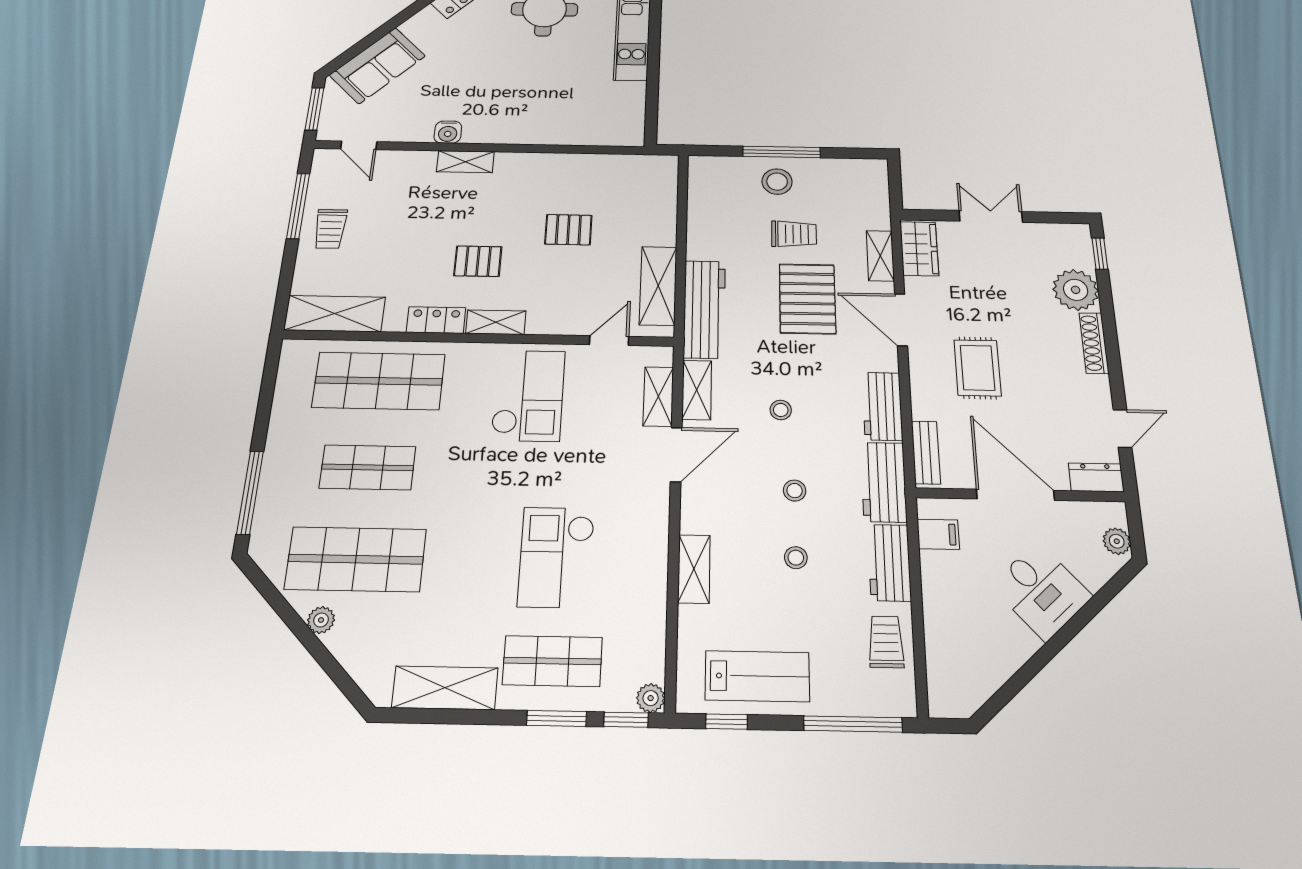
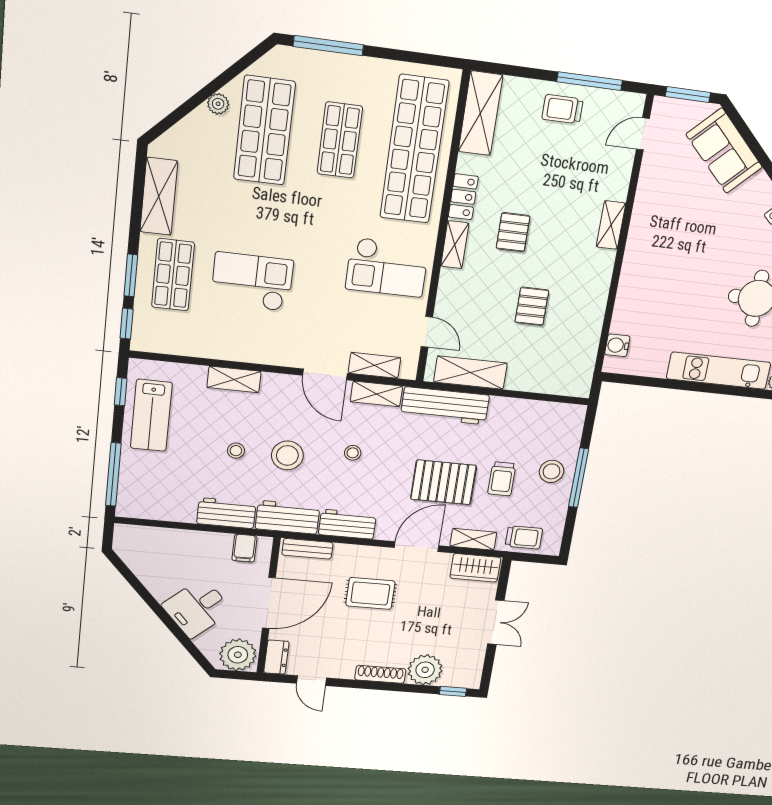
water cooler: (448, 132) -> (617, 345), moved
shop shelf: (379, 381) -> (414, 150), width x1.40
stool: (795, 491) -> (287, 455), width x1.89, depth x1.89
plant: (1117, 541) -> (238, 655), width x1.88, depth x1.88
trolley: (886, 642) -> (524, 537), moved
plant: (651, 698) -> (141, 342), removed

